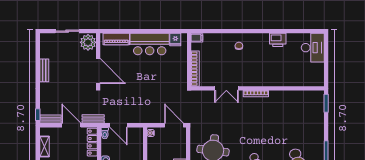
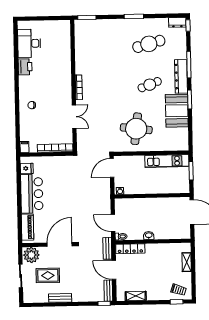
desk: (313, 48) -> (29, 43), moved, turned -90
rug: (67, 58) -> (48, 275), added
door: (71, 125) -> (114, 270), hinge flipped
door: (119, 125) -> (113, 223), swing flipped

